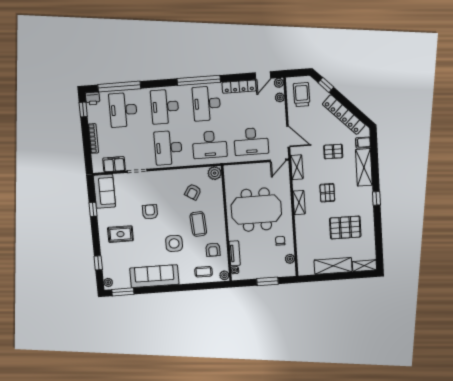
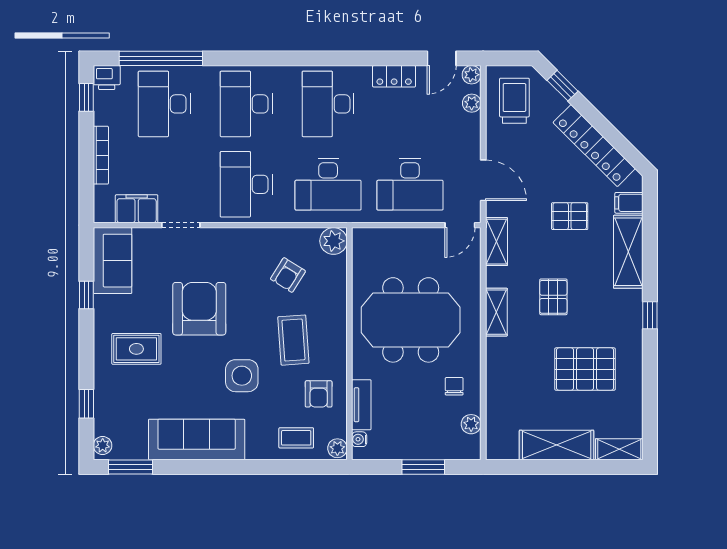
window: (199, 80) -> (317, 58), removed
locker: (239, 87) -> (394, 76), width x0.66
armchair: (150, 212) -> (199, 309), width x1.88, depth x1.88

